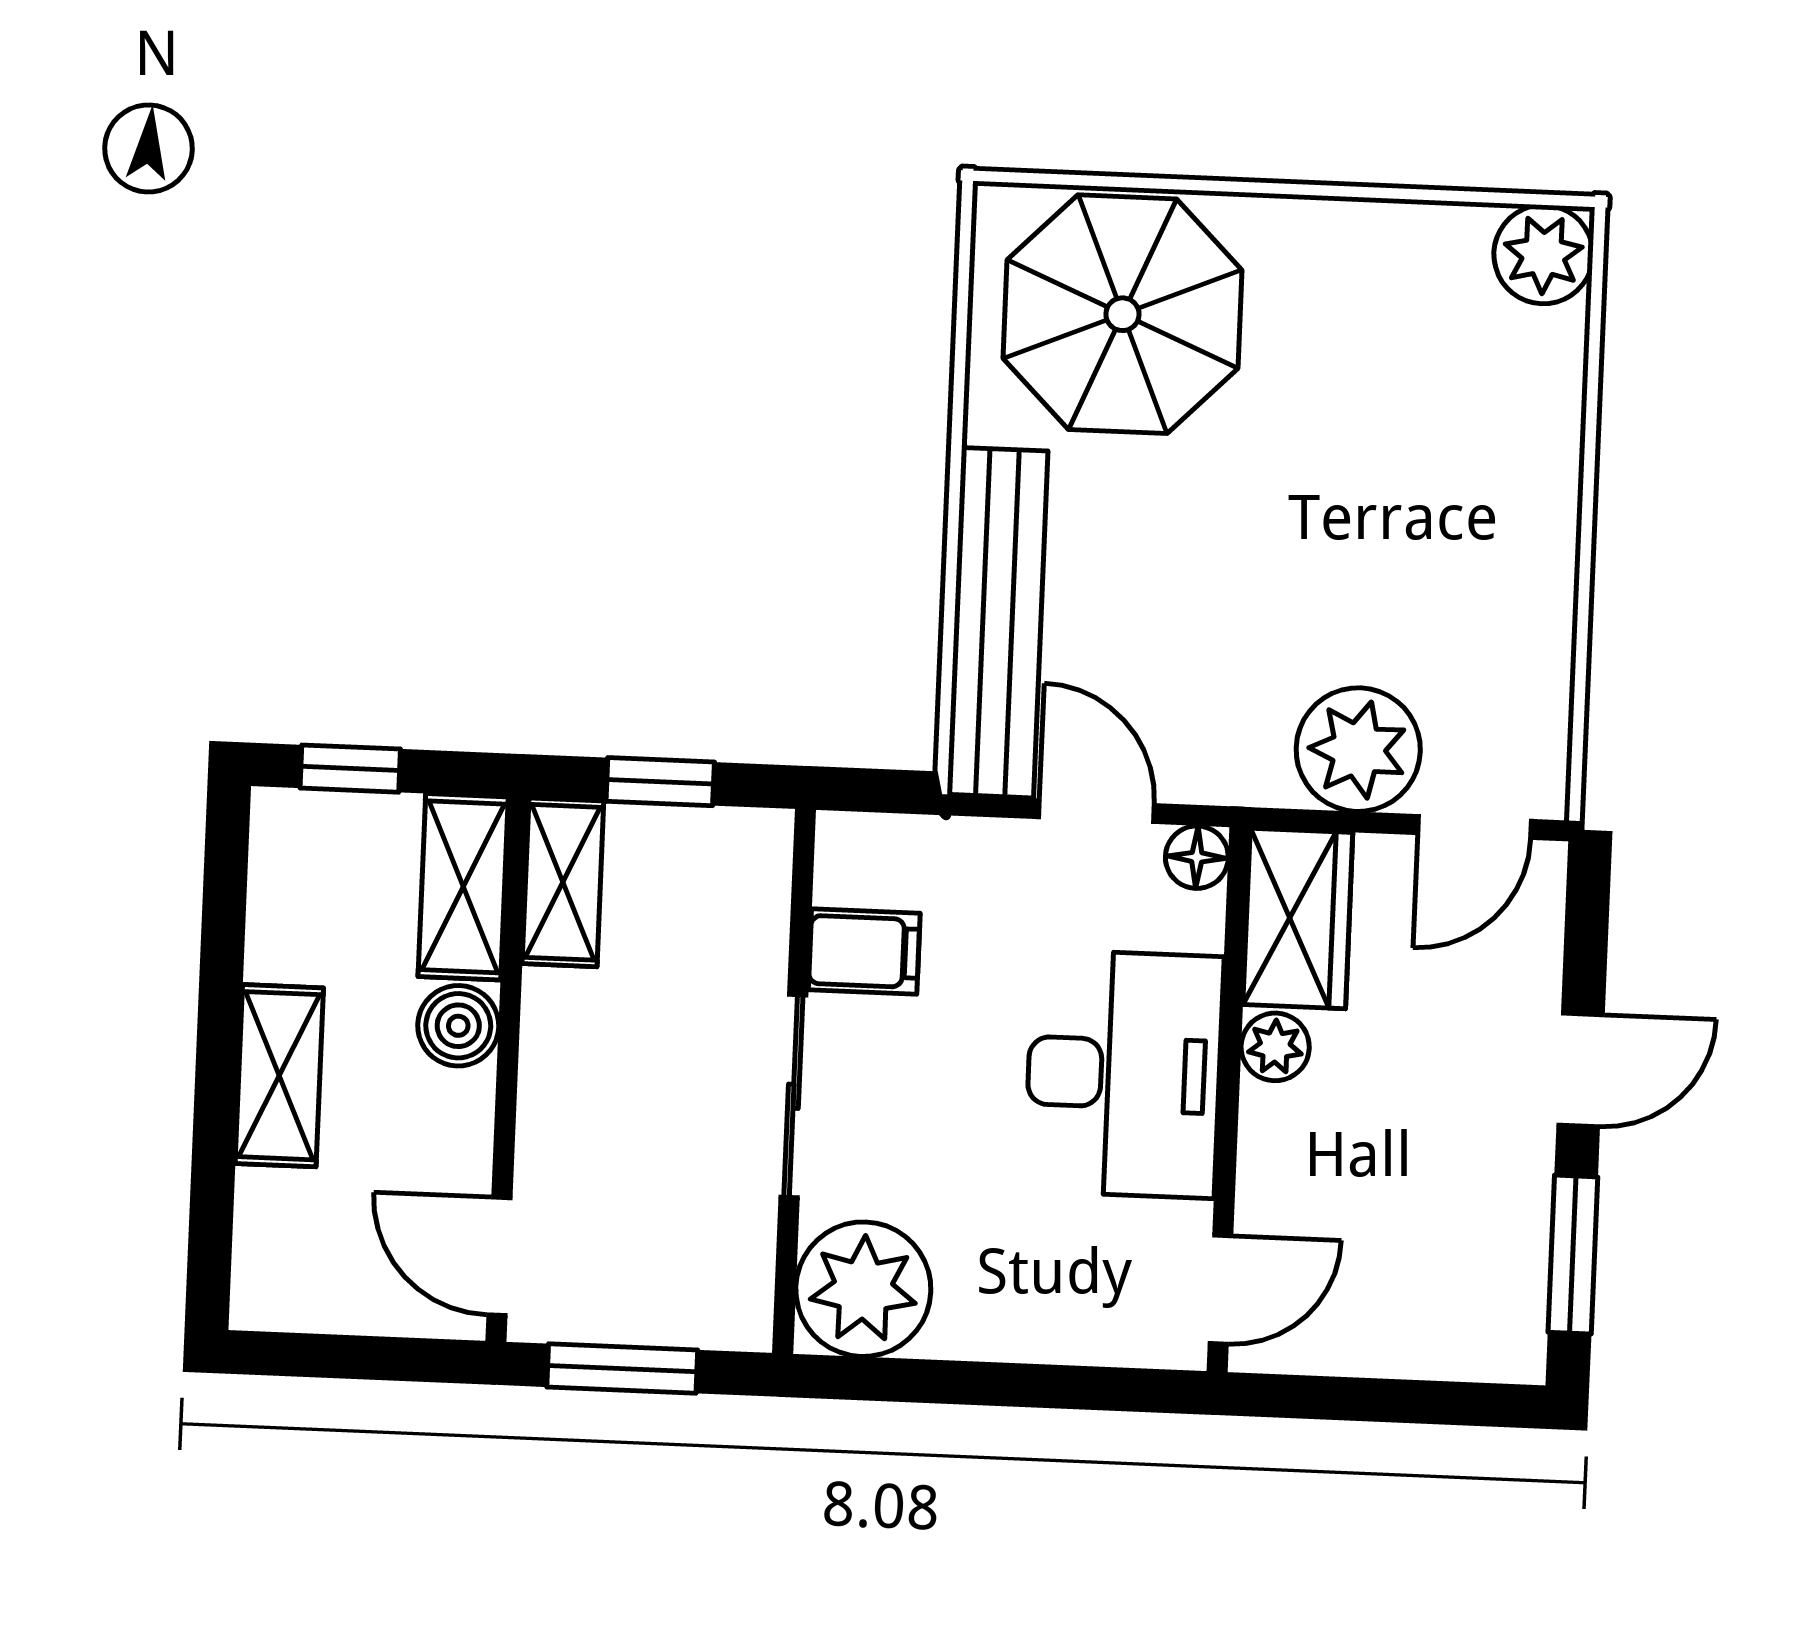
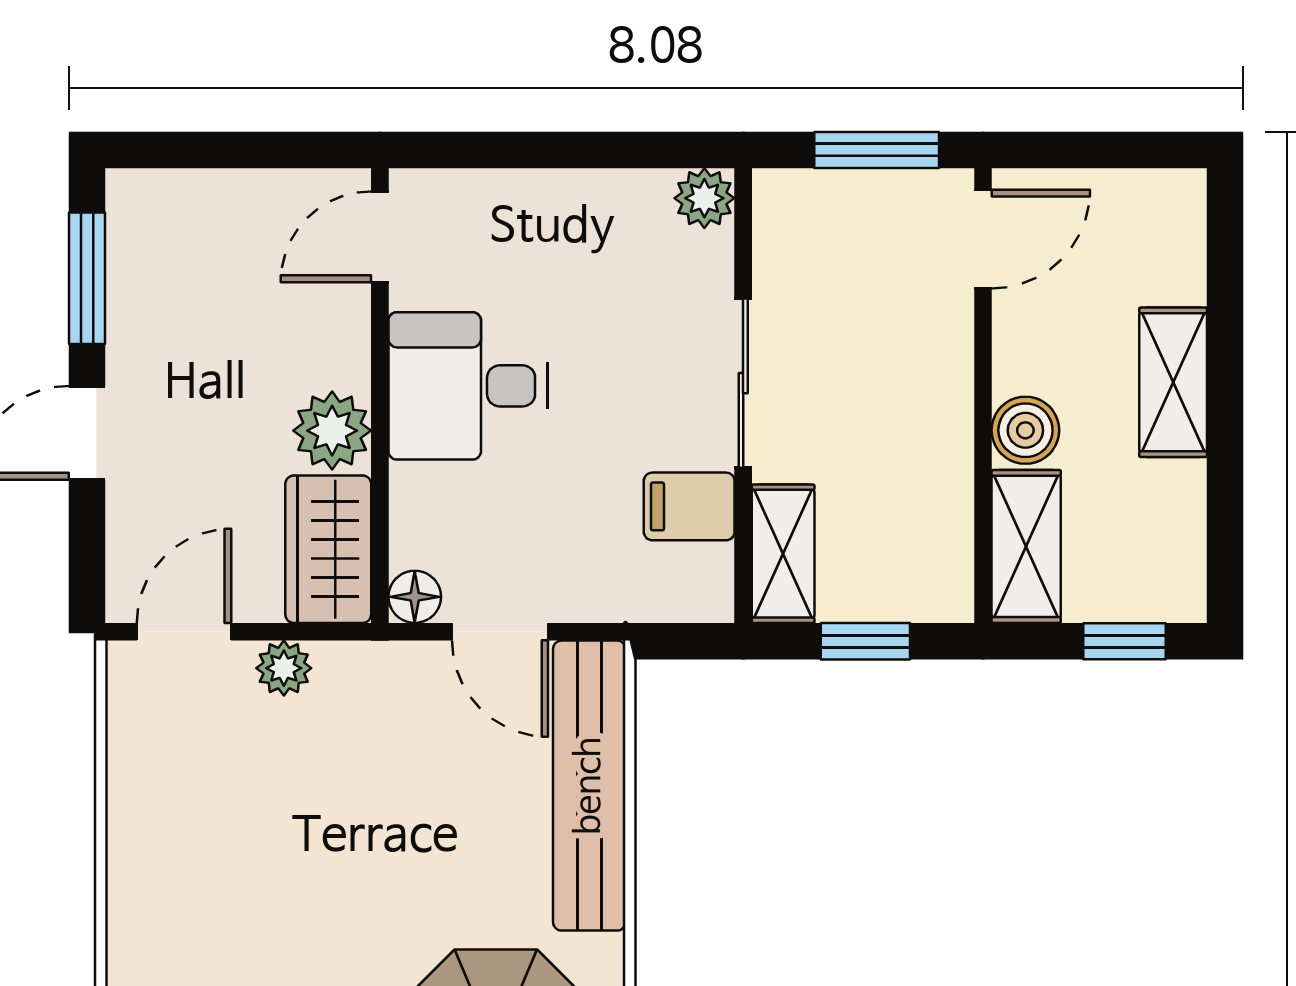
plant: (1358, 750) -> (284, 668), width x0.53, depth x0.53
shelving: (563, 882) -> (783, 554), moved
plant: (1275, 1047) -> (332, 431), width x1.38, depth x1.38
desk: (1124, 1074) -> (468, 386), width x0.73
door: (499, 1256) -> (983, 239), hinge flipped
plant: (863, 1289) -> (704, 198), width x0.53, depth x0.53

